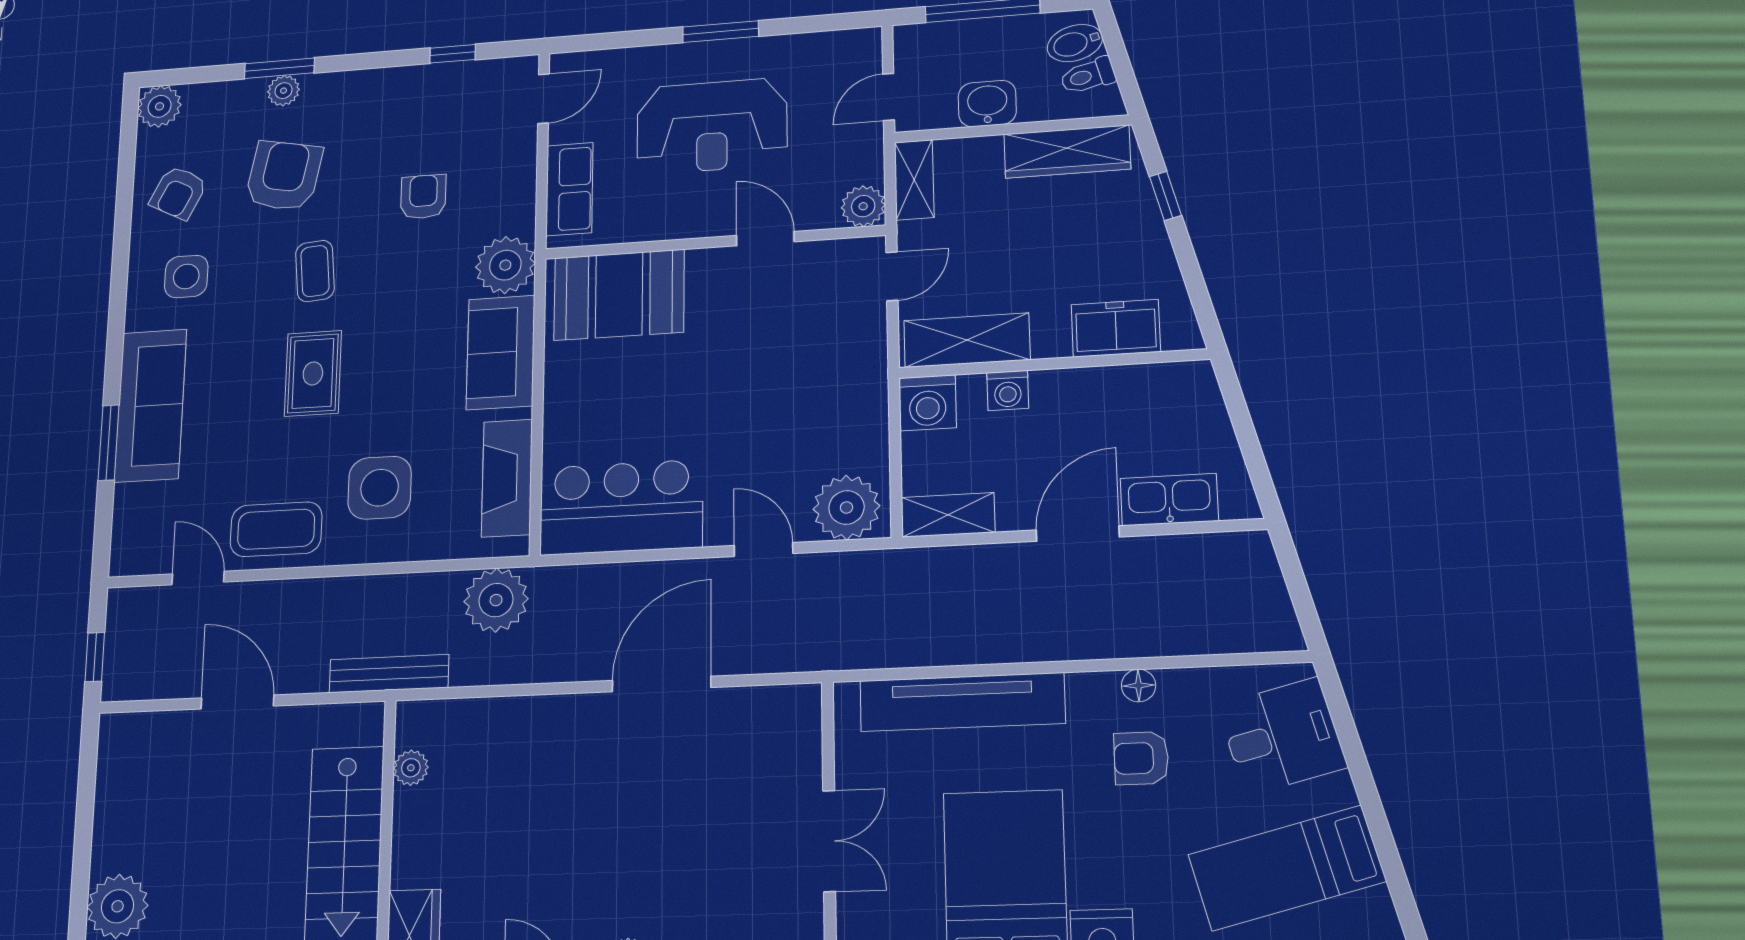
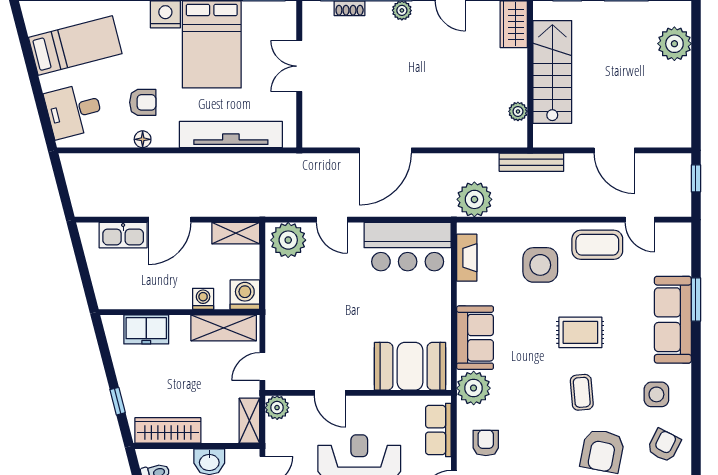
armchair: (423, 197) -> (486, 443), moved, turned 180
rug: (313, 373) -> (580, 332), turned 90
fireplace: (507, 478) -> (467, 258), width x0.73, depth x0.76

